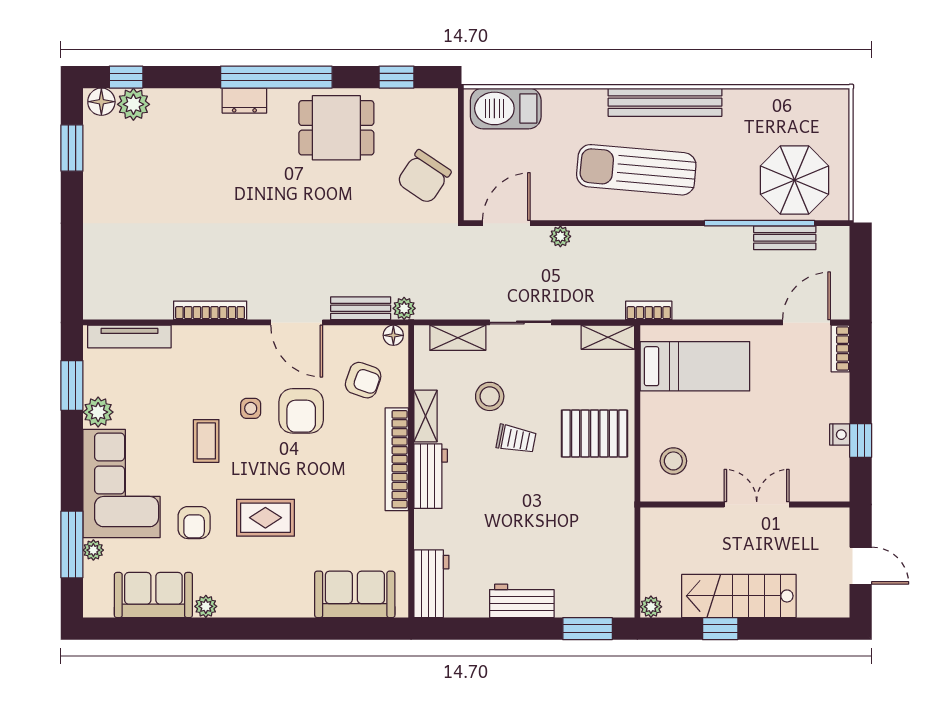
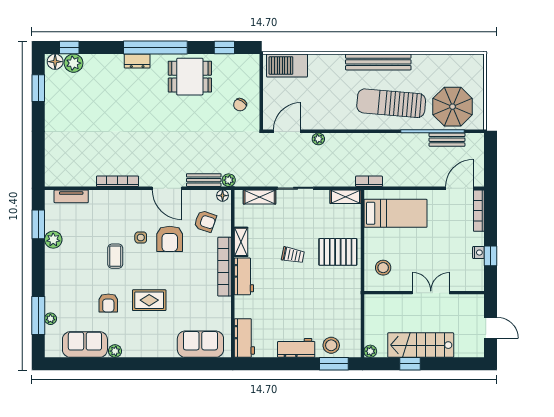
sun lounger: (636, 170) -> (391, 103), moved
chair: (424, 177) -> (240, 105), width x0.54, depth x0.54
tv unit: (129, 337) -> (71, 196), width x0.71
bookcase: (840, 348) -> (479, 211), width x1.56
stool: (490, 396) -> (331, 345), moved
corner sofa: (122, 483) -> (67, 281), removed

